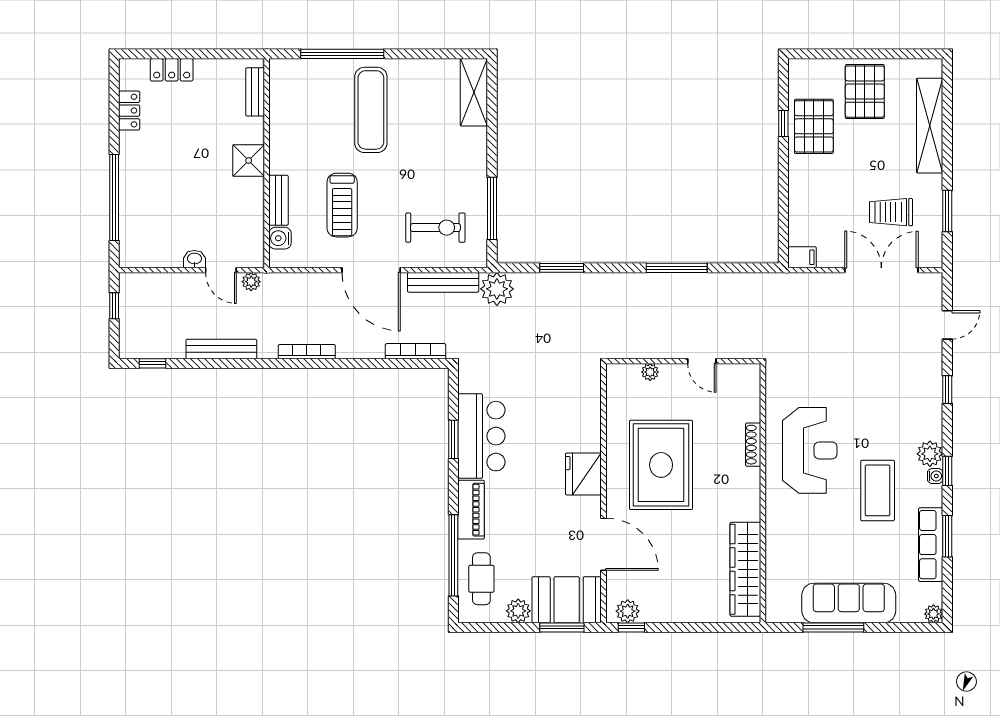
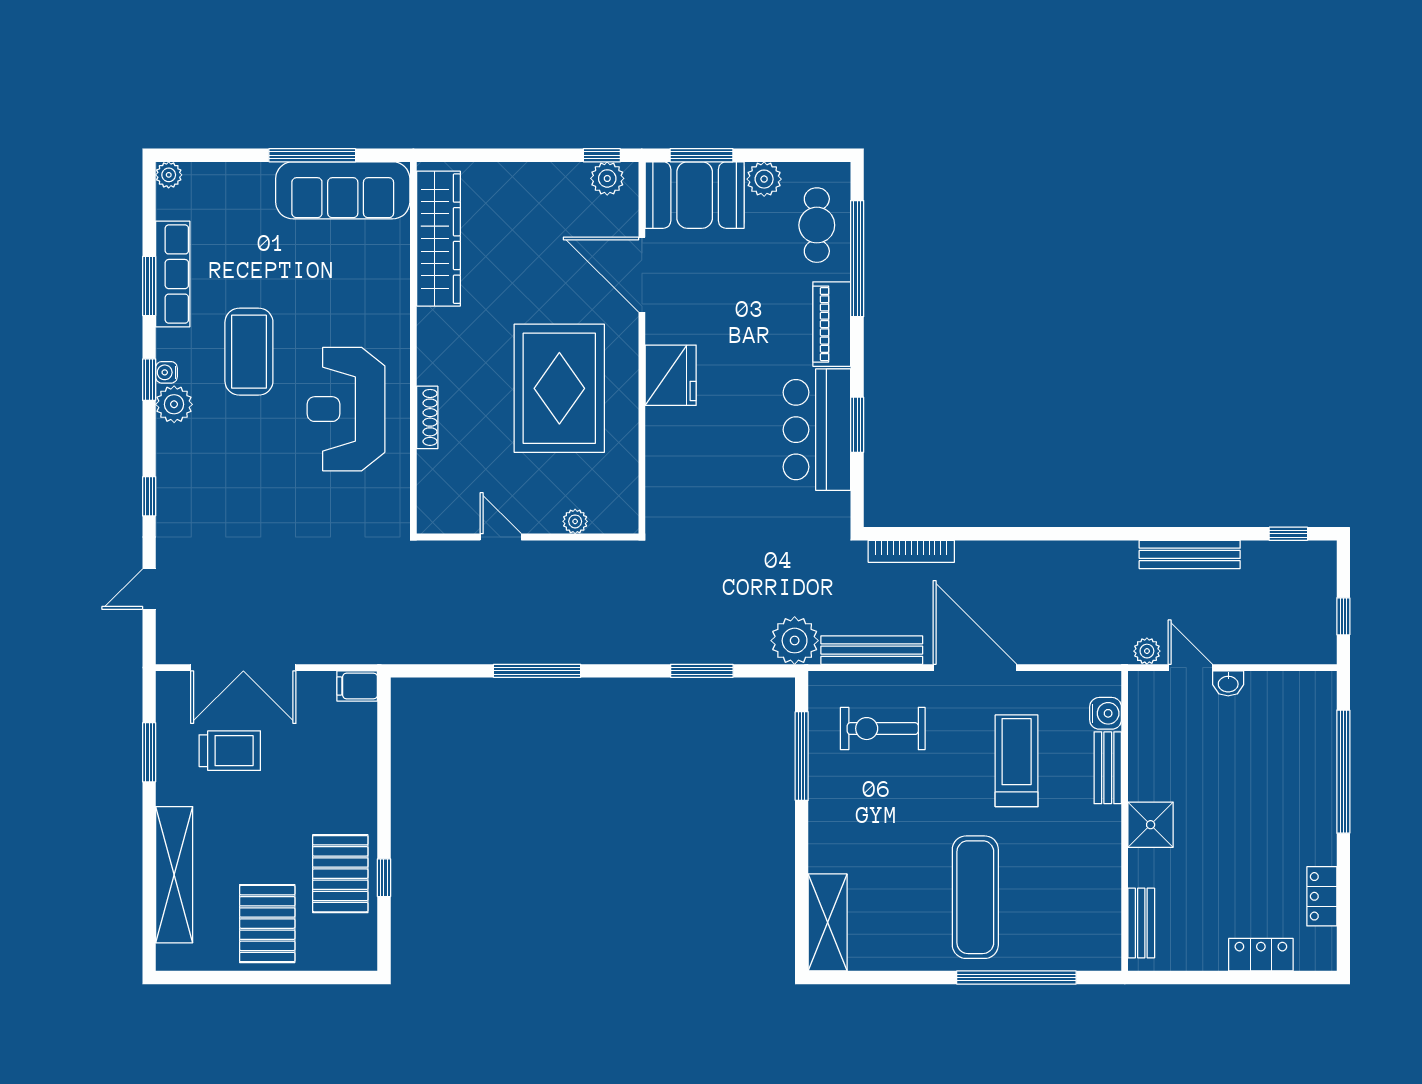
bookcase: (307, 352) -> (1067, 551), removed
sofa: (849, 603) -> (343, 190), moved

